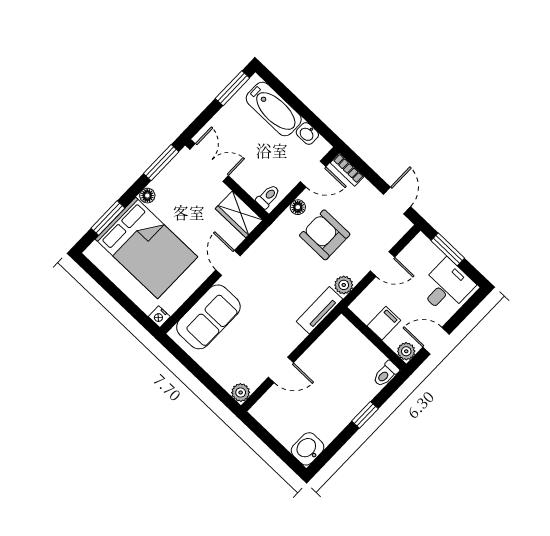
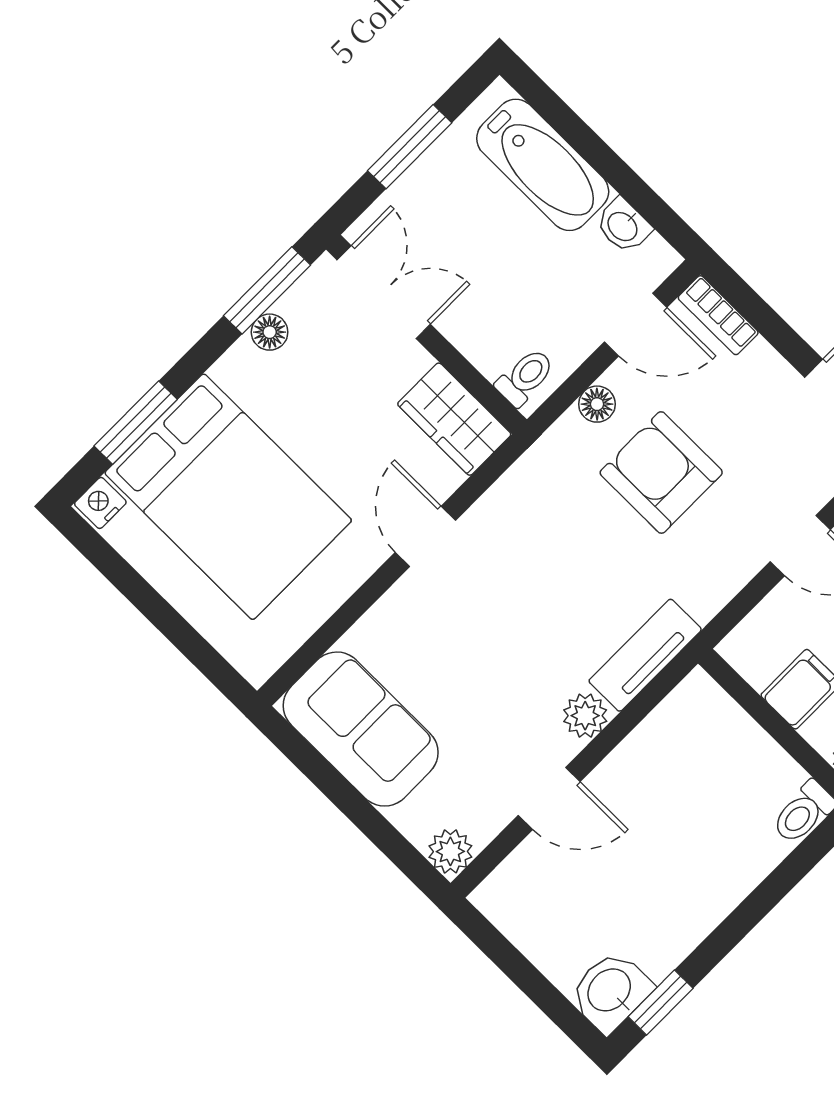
window: (232, 88) -> (410, 147), moved
floor lamp: (147, 196) -> (270, 332), moved
plant: (344, 285) -> (585, 716), moved
nightstand: (159, 317) -> (100, 503), moved, turned 90
sofa: (208, 317) -> (361, 729), moved, turned -90
window: (365, 415) -> (661, 1002), moved

